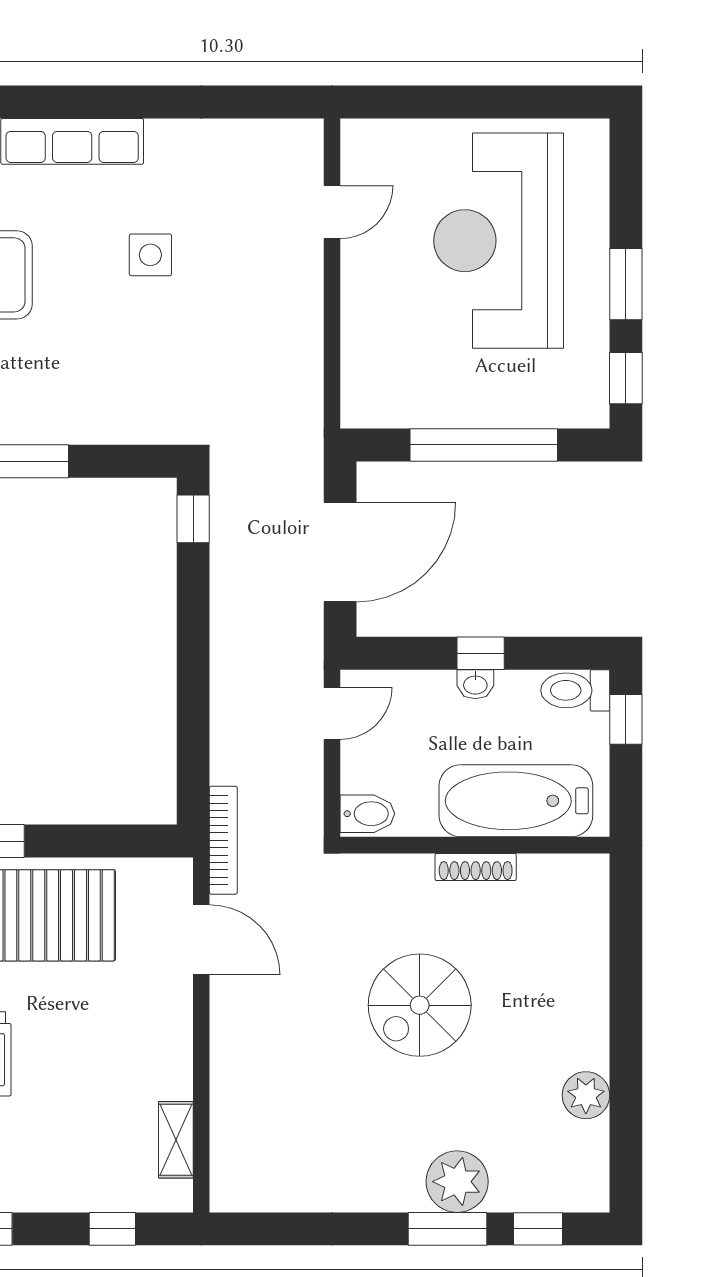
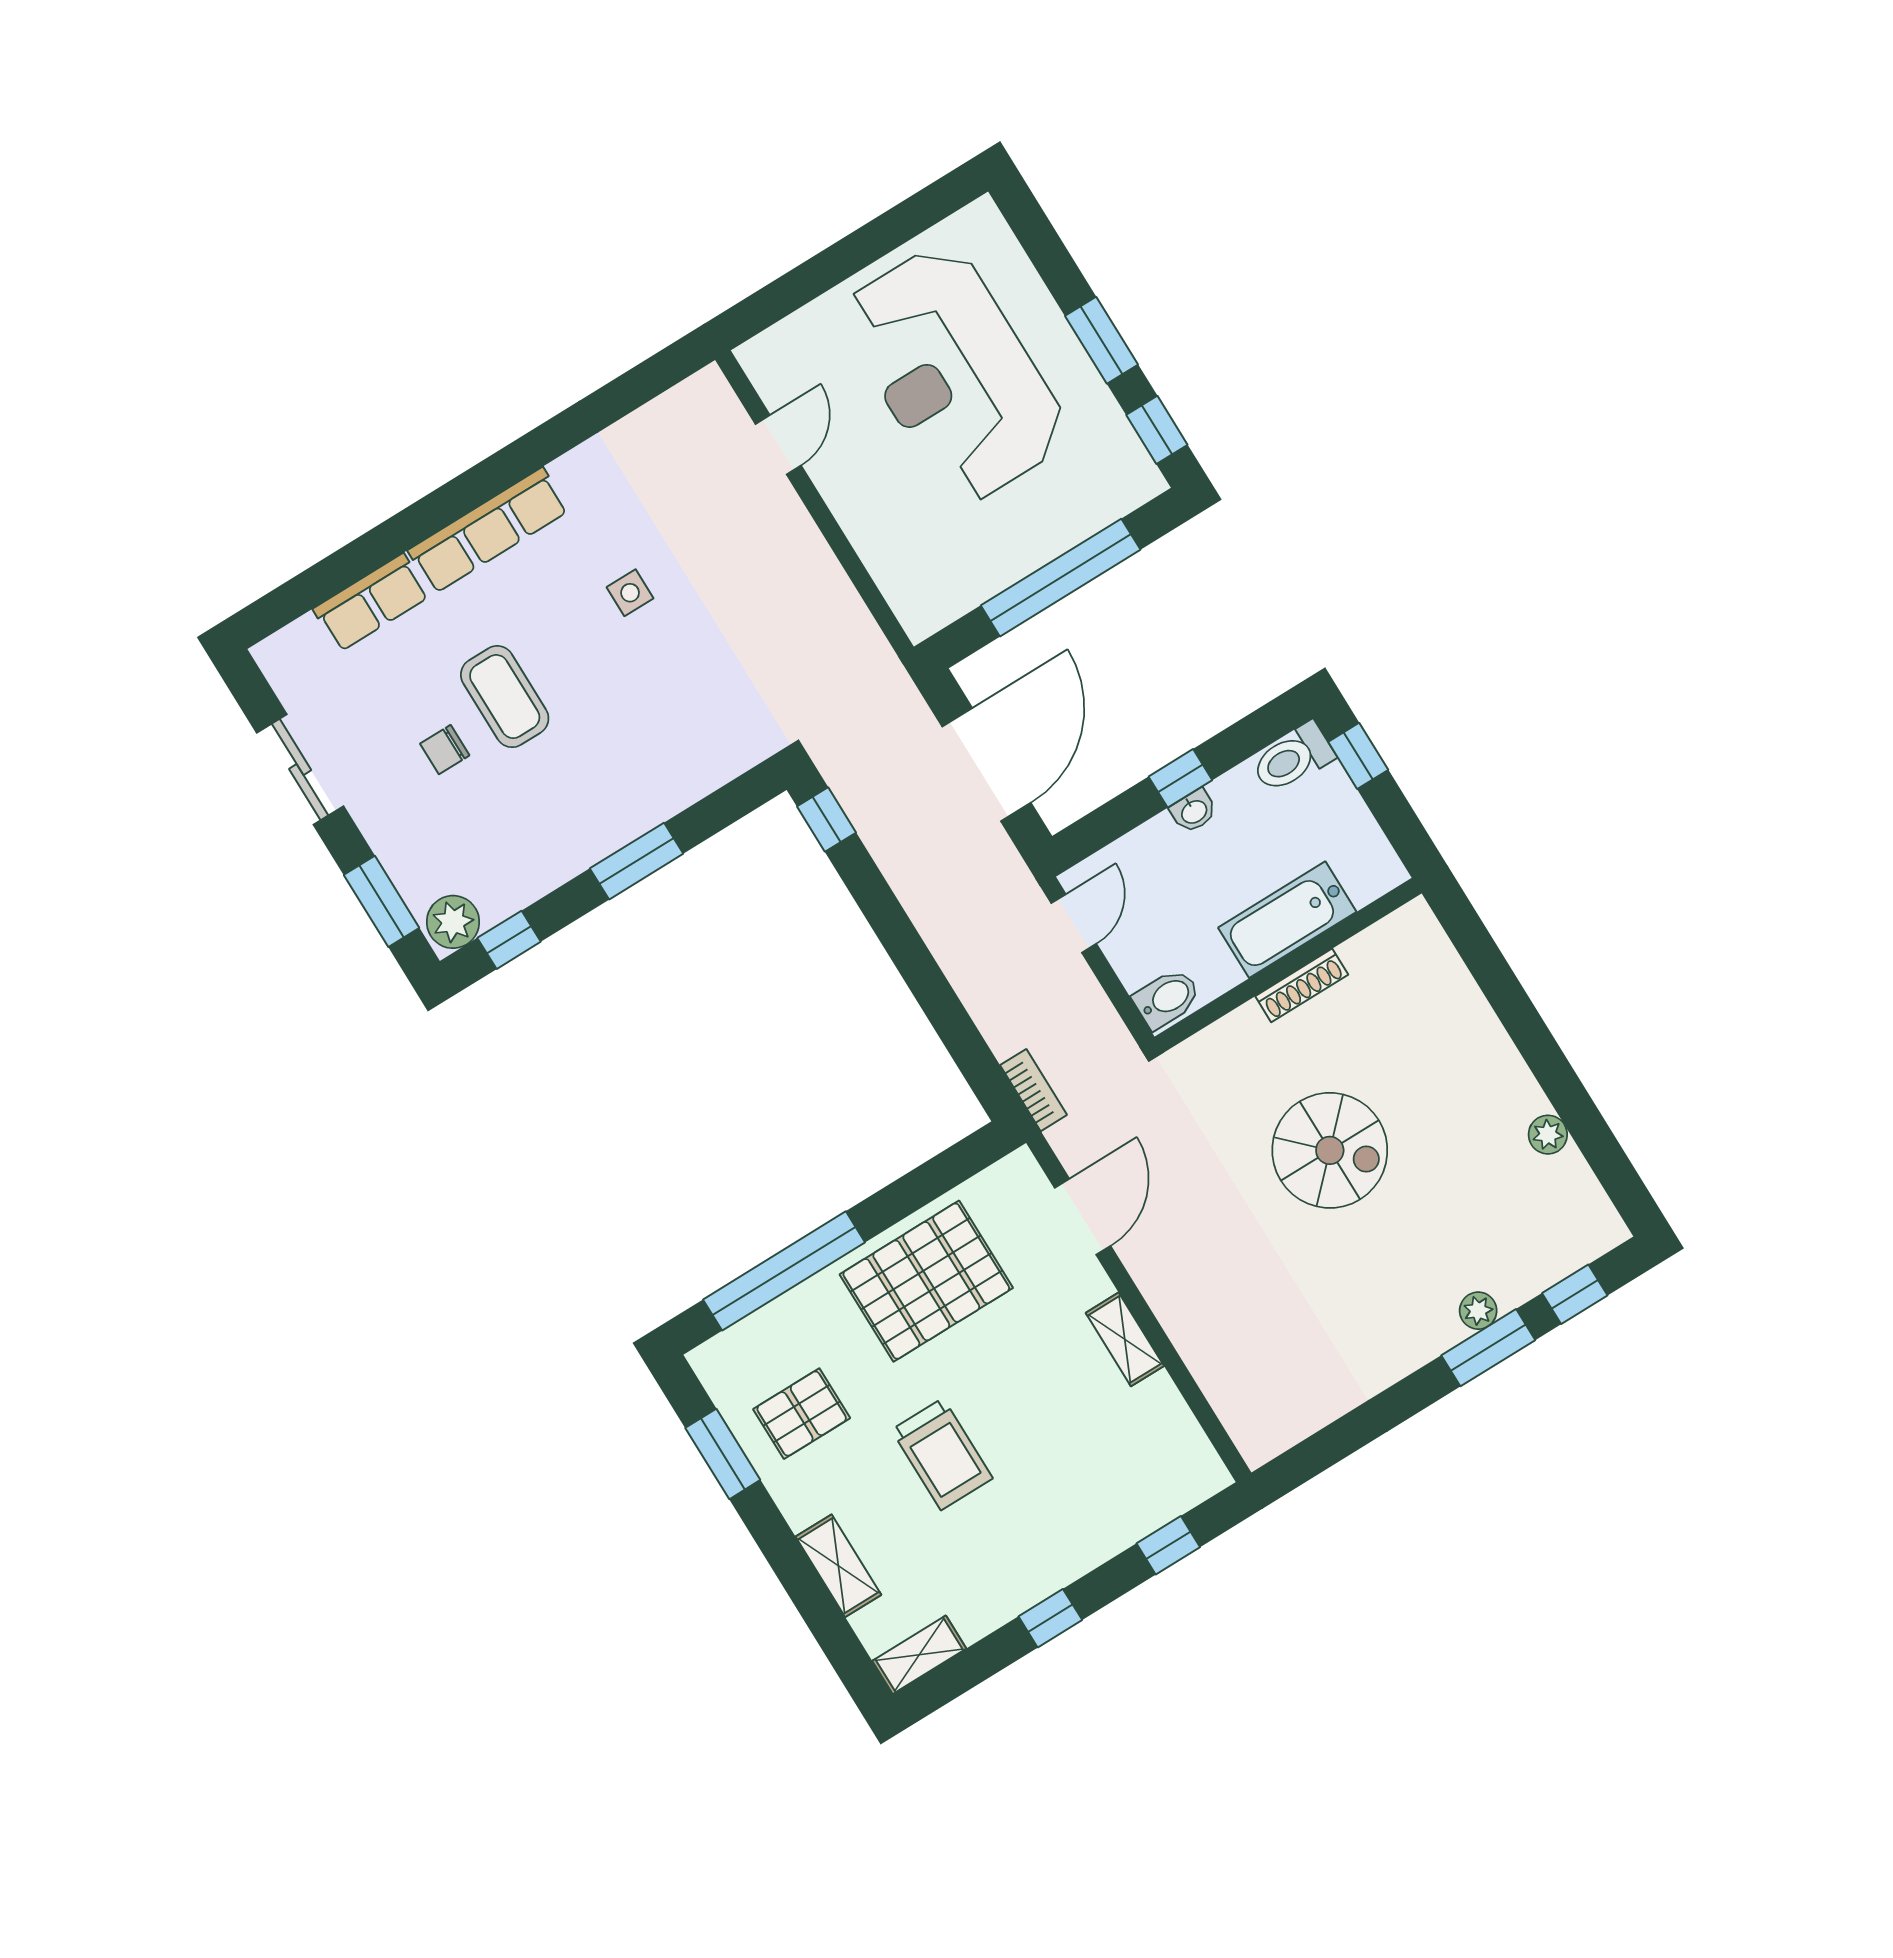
side table: (150, 255) -> (630, 593), width x0.73, depth x0.73
bathtub: (516, 801) -> (1287, 920), width x0.73, depth x0.73
bookcase: (223, 840) -> (1033, 1090), width x0.64
door: (201, 940) -> (1083, 1217), hinge flipped
spiral stairs: (420, 1005) -> (1330, 1150), turned -90
plant: (586, 1095) -> (1548, 1135), width x0.73, depth x0.73
shelving: (176, 1140) -> (1125, 1339), moved
plant: (457, 1182) -> (1478, 1311), width x0.53, depth x0.53

